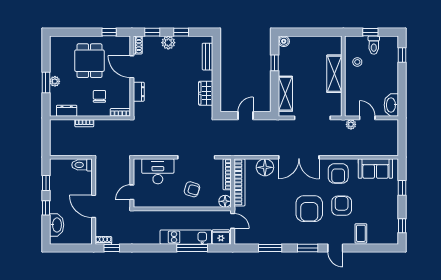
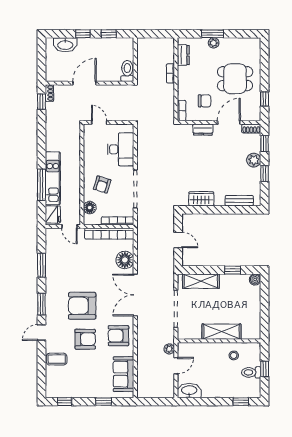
chair: (99, 96) -> (205, 101), moved
floor lamp: (225, 201) -> (90, 208), moved
door: (233, 221) -> (69, 227), hinge flipped

